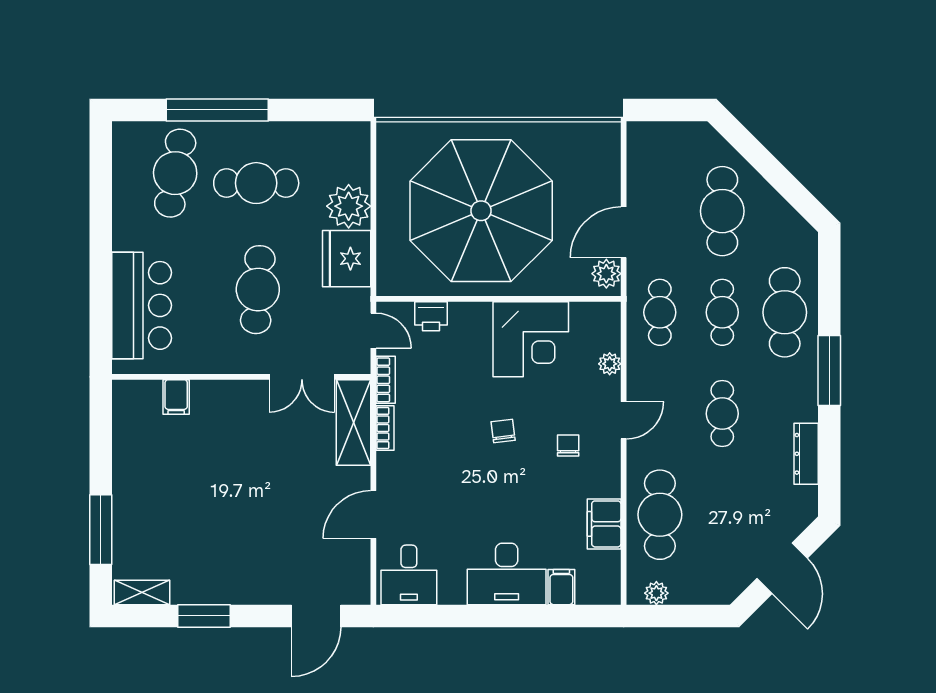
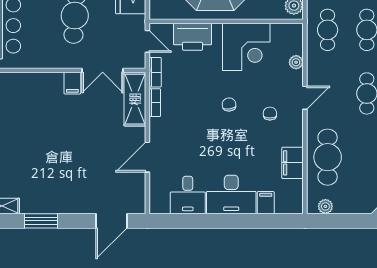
printer: (431, 316) -> (193, 37), width x1.87, depth x1.48
filing cabinet: (176, 397) -> (72, 83), moved
desk: (409, 575) -> (188, 195), moved

